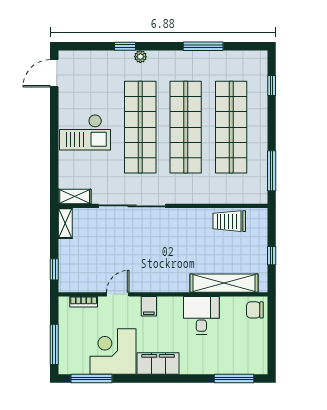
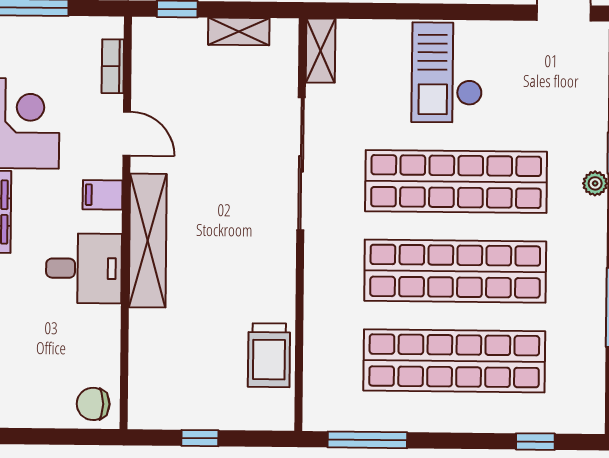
trolley: (229, 221) -> (269, 355), turned 180
shelving: (65, 223) -> (239, 31), moved
shelving: (224, 283) -> (148, 241), moved
chair: (255, 310) -> (93, 404), turned -90
desk: (201, 315) -> (84, 268), moved

